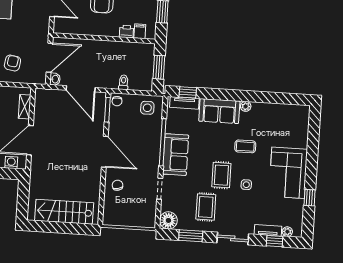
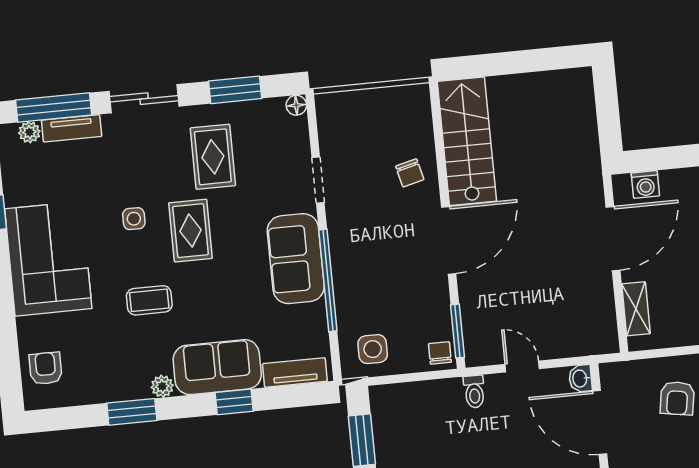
door: (49, 58) -> (600, 423), hinge flipped
toilet: (124, 82) -> (474, 392), moved
door: (81, 89) -> (522, 366), width x0.53
window: (188, 92) -> (234, 402), moved
window: (261, 97) -> (132, 412), added
armchair: (297, 123) -> (46, 368), added
door: (105, 152) -> (449, 240), swing flipped
stairs: (64, 212) -> (467, 141), moved, turned -90
floor lamp: (168, 220) -> (296, 105), width x0.53, depth x0.53
window: (275, 241) -> (54, 108), width x2.17

